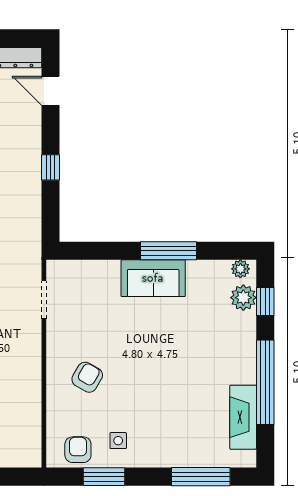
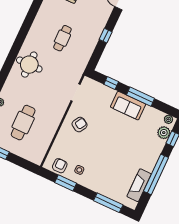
window: (102, 251) -> (111, 83), added
armchair: (87, 377) -> (80, 125), moved

